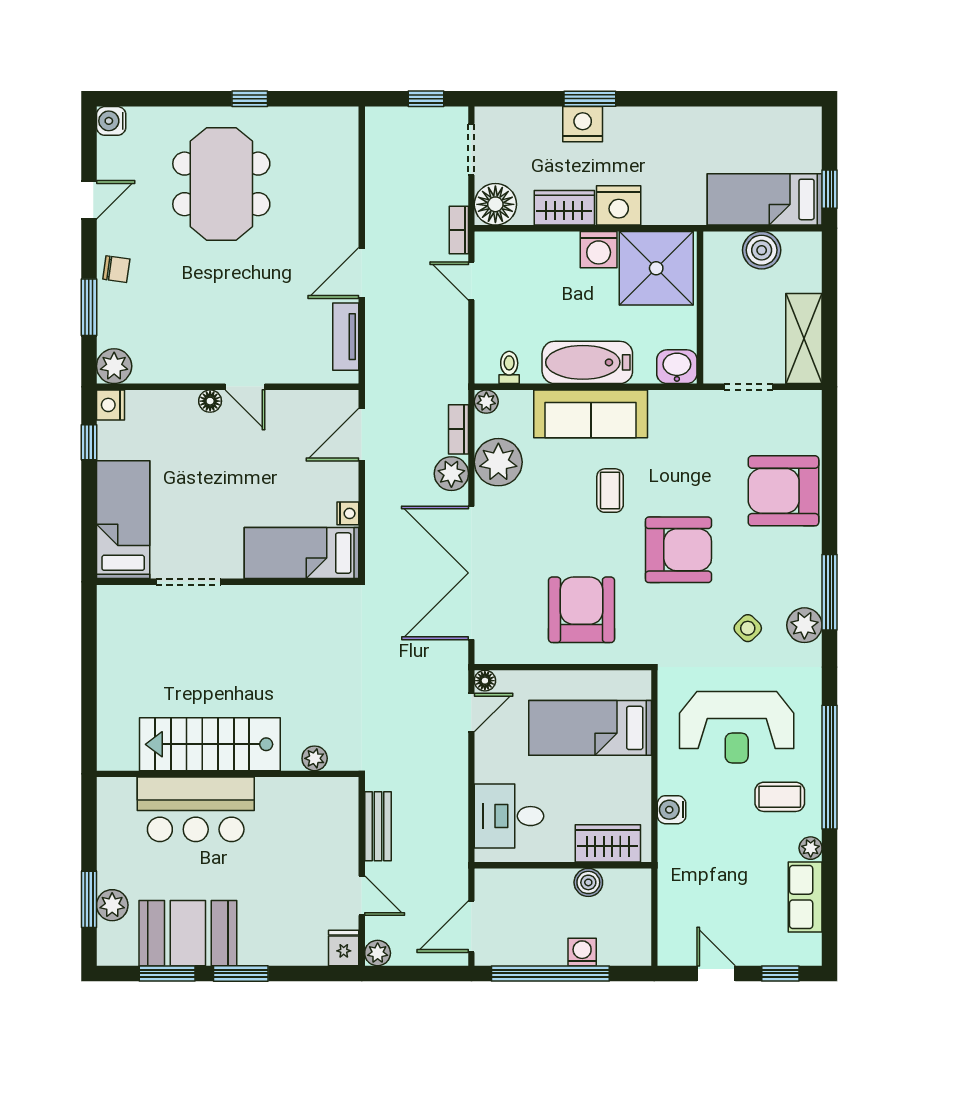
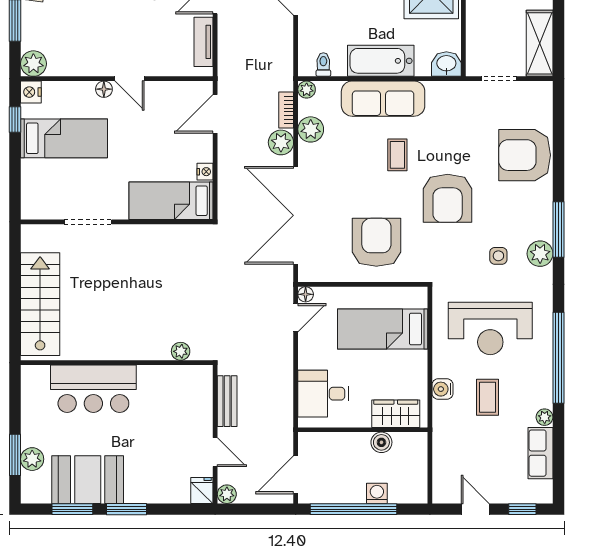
plant: (498, 462) -> (311, 129), width x0.73, depth x0.73
bed: (123, 520) -> (64, 138), moved, turned 90
armchair: (678, 550) -> (448, 198), turned 90
side table: (748, 628) -> (498, 256), turned 45
stairs: (210, 744) -> (40, 304), moved, turned 90
coffee table: (780, 797) -> (488, 397), moved, turned 90

